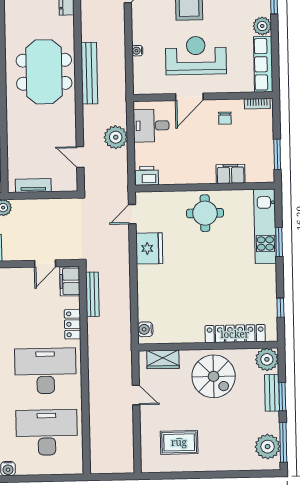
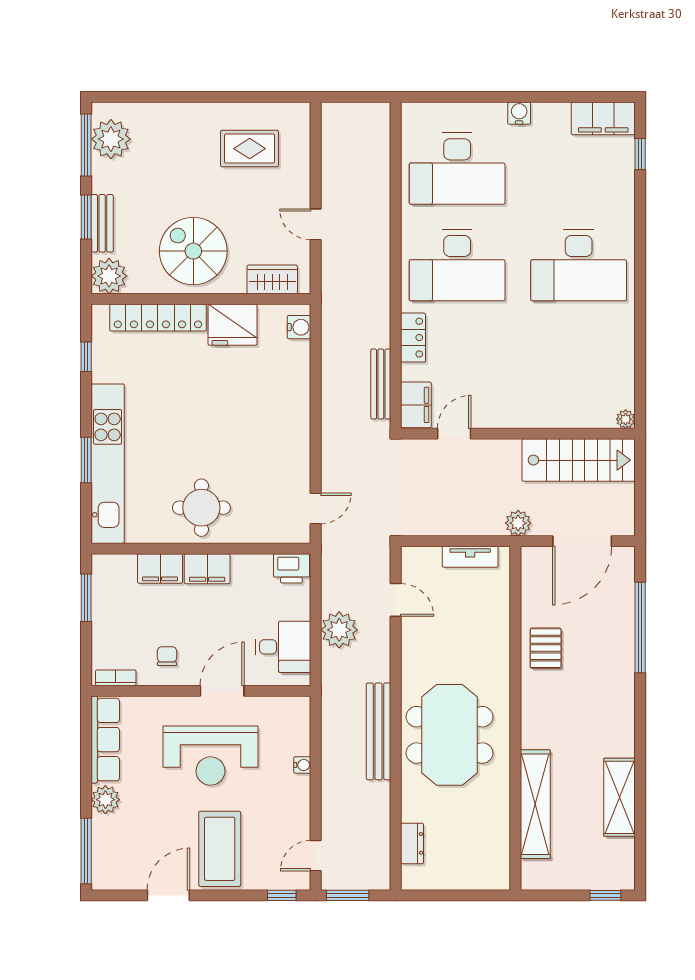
filing cabinet: (201, 174) -> (207, 569), added
kitchen unit: (265, 226) -> (108, 464), width x1.36
fridge: (149, 248) -> (233, 325), moved, turned -90

